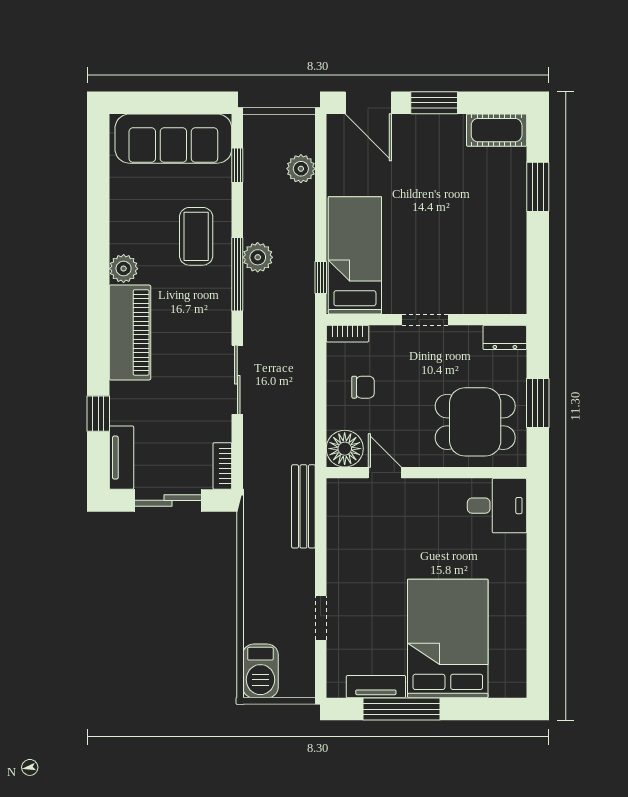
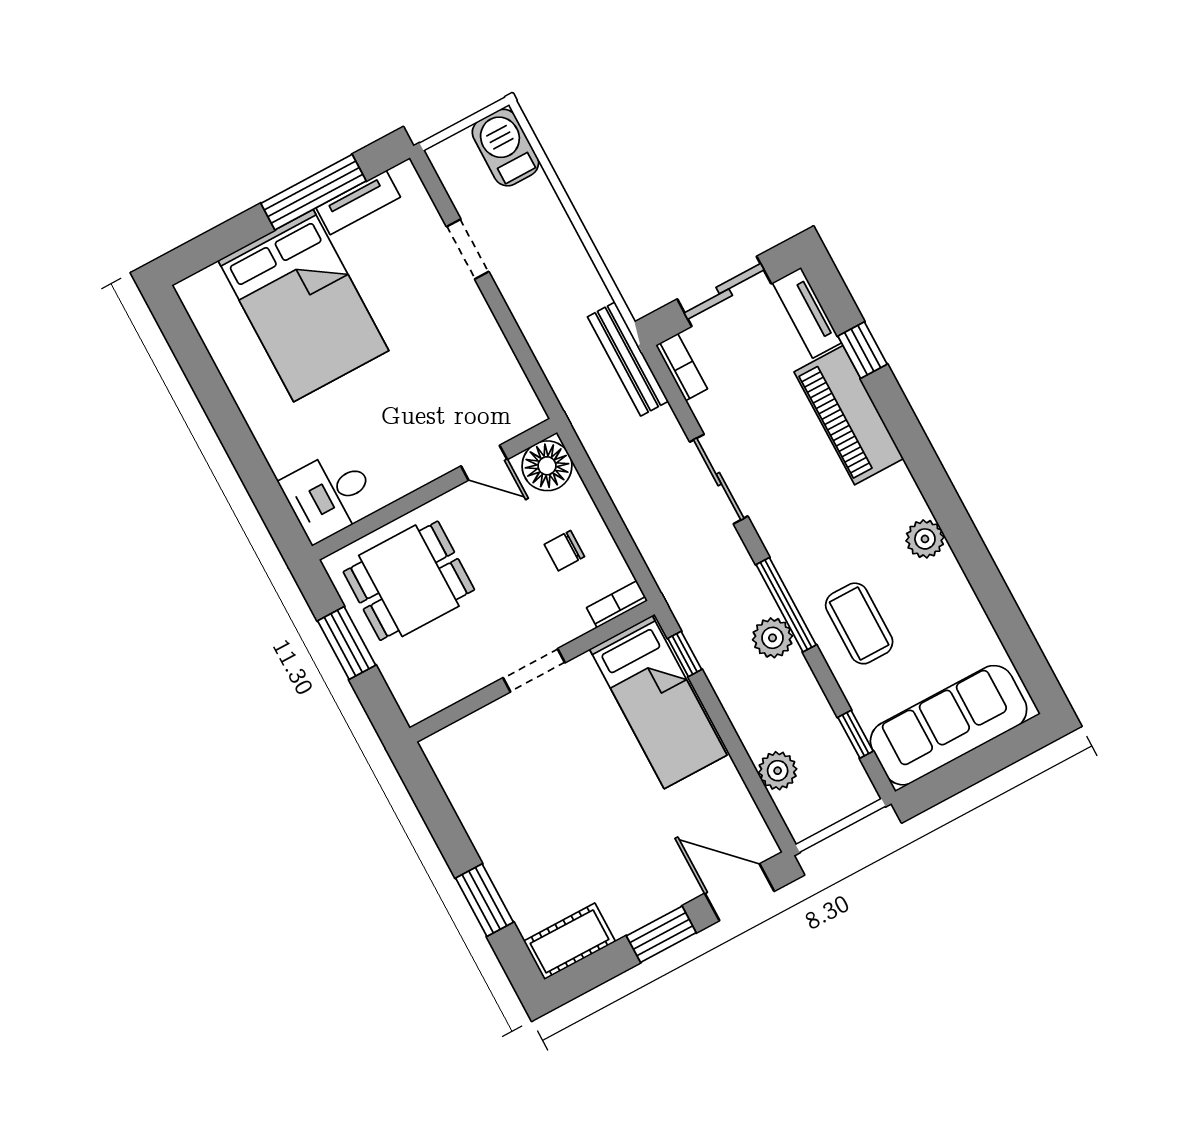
piano: (130, 333) -> (849, 415), moved
dresser: (505, 337) -> (428, 700), removed
bench: (303, 506) -> (628, 359), moved

